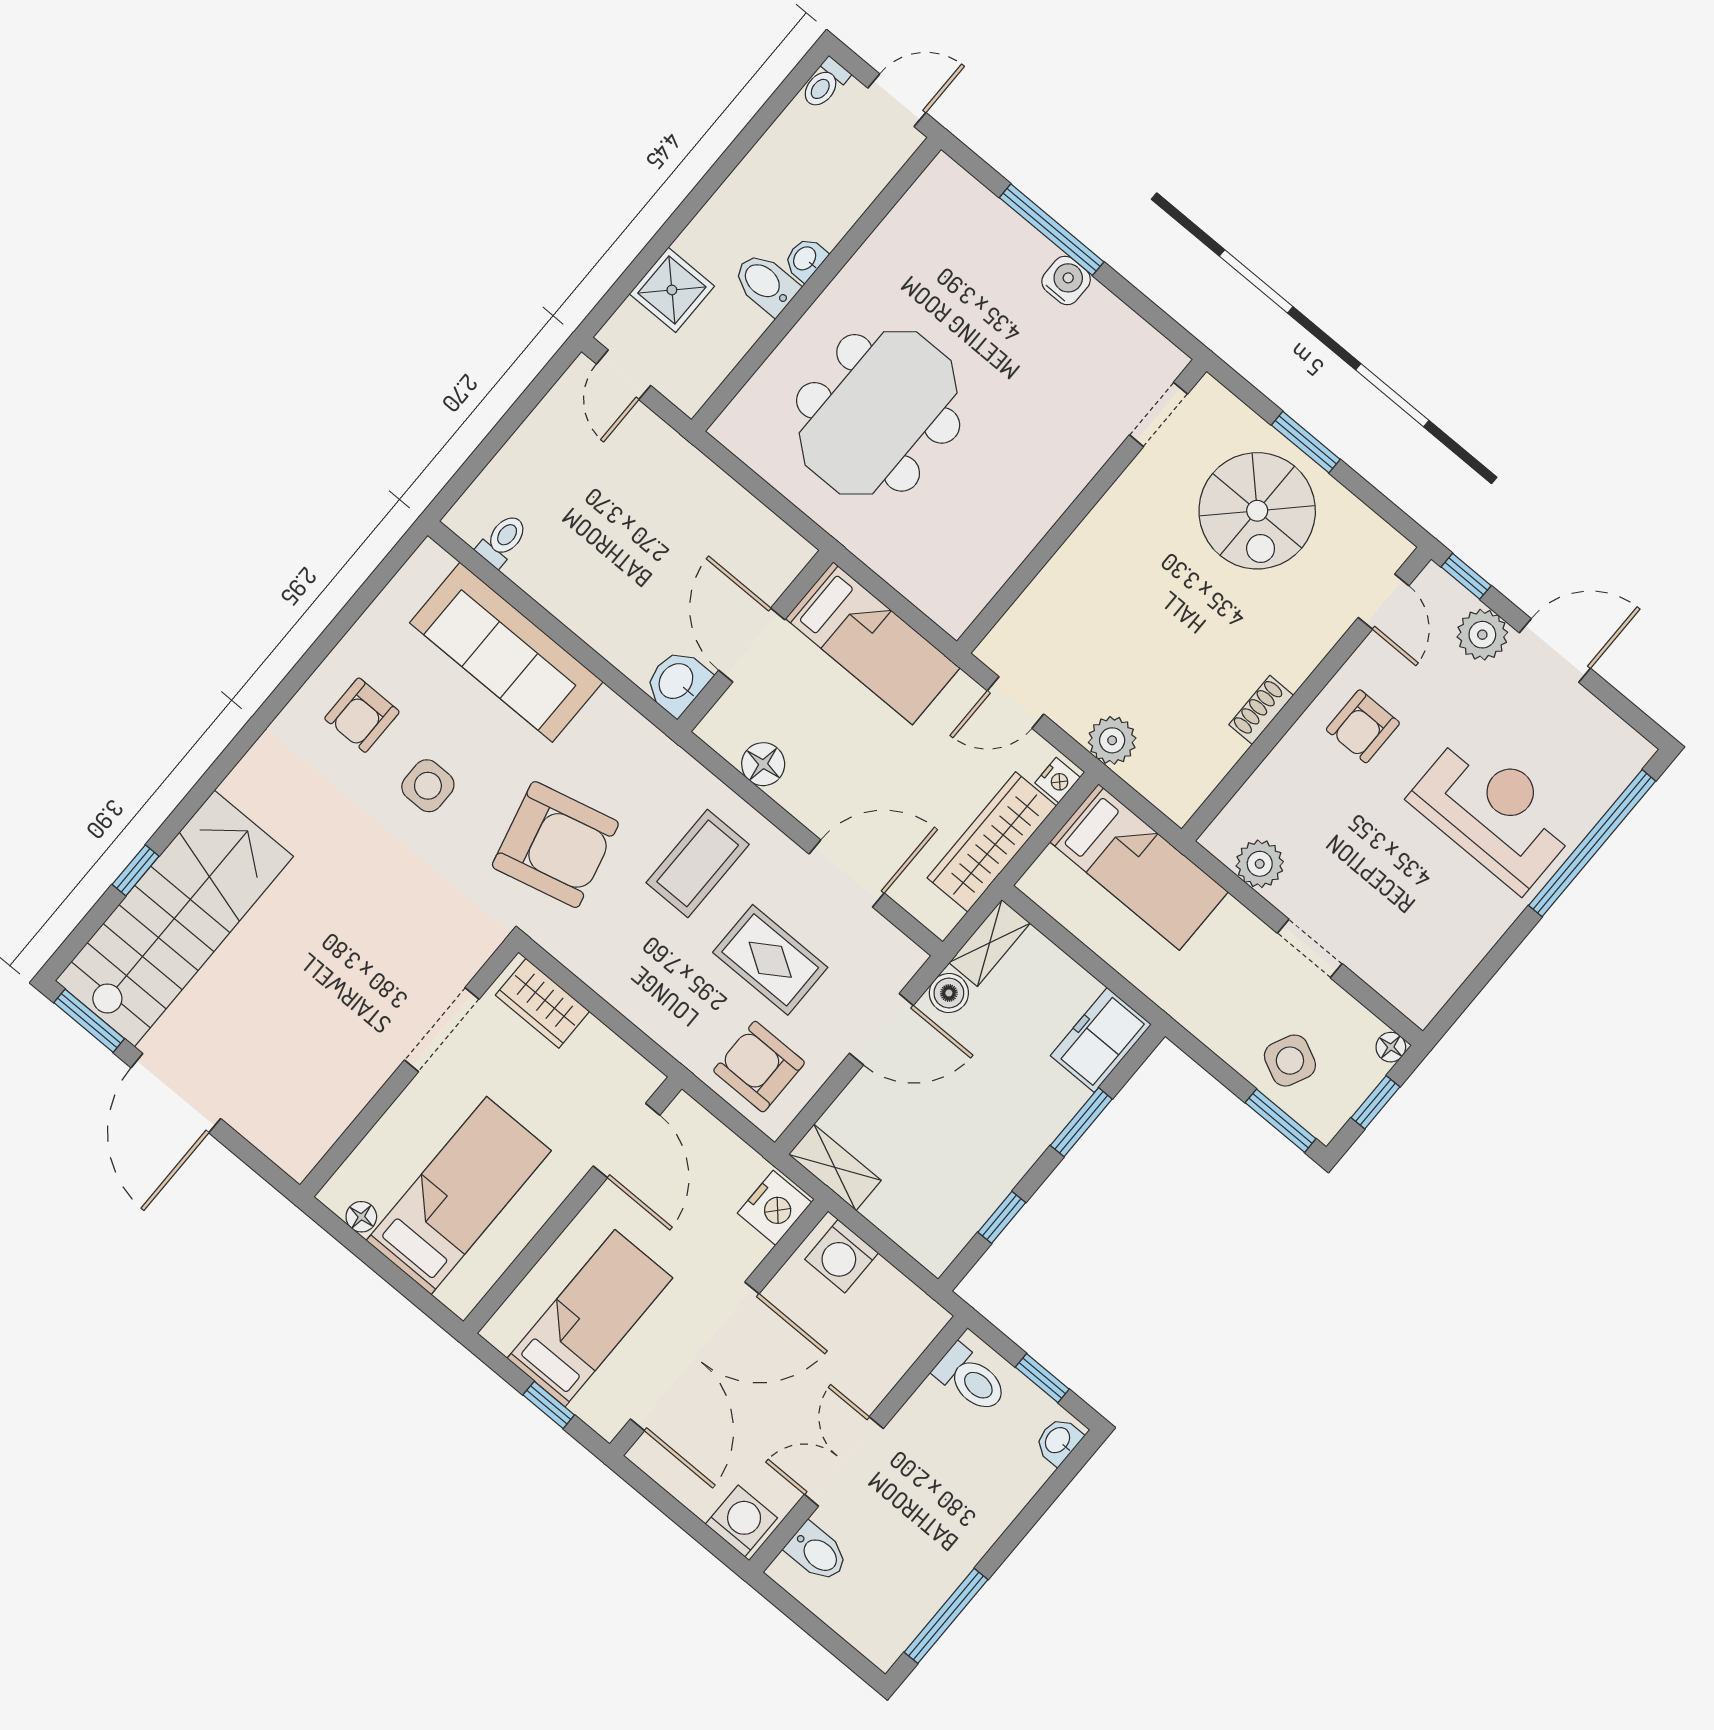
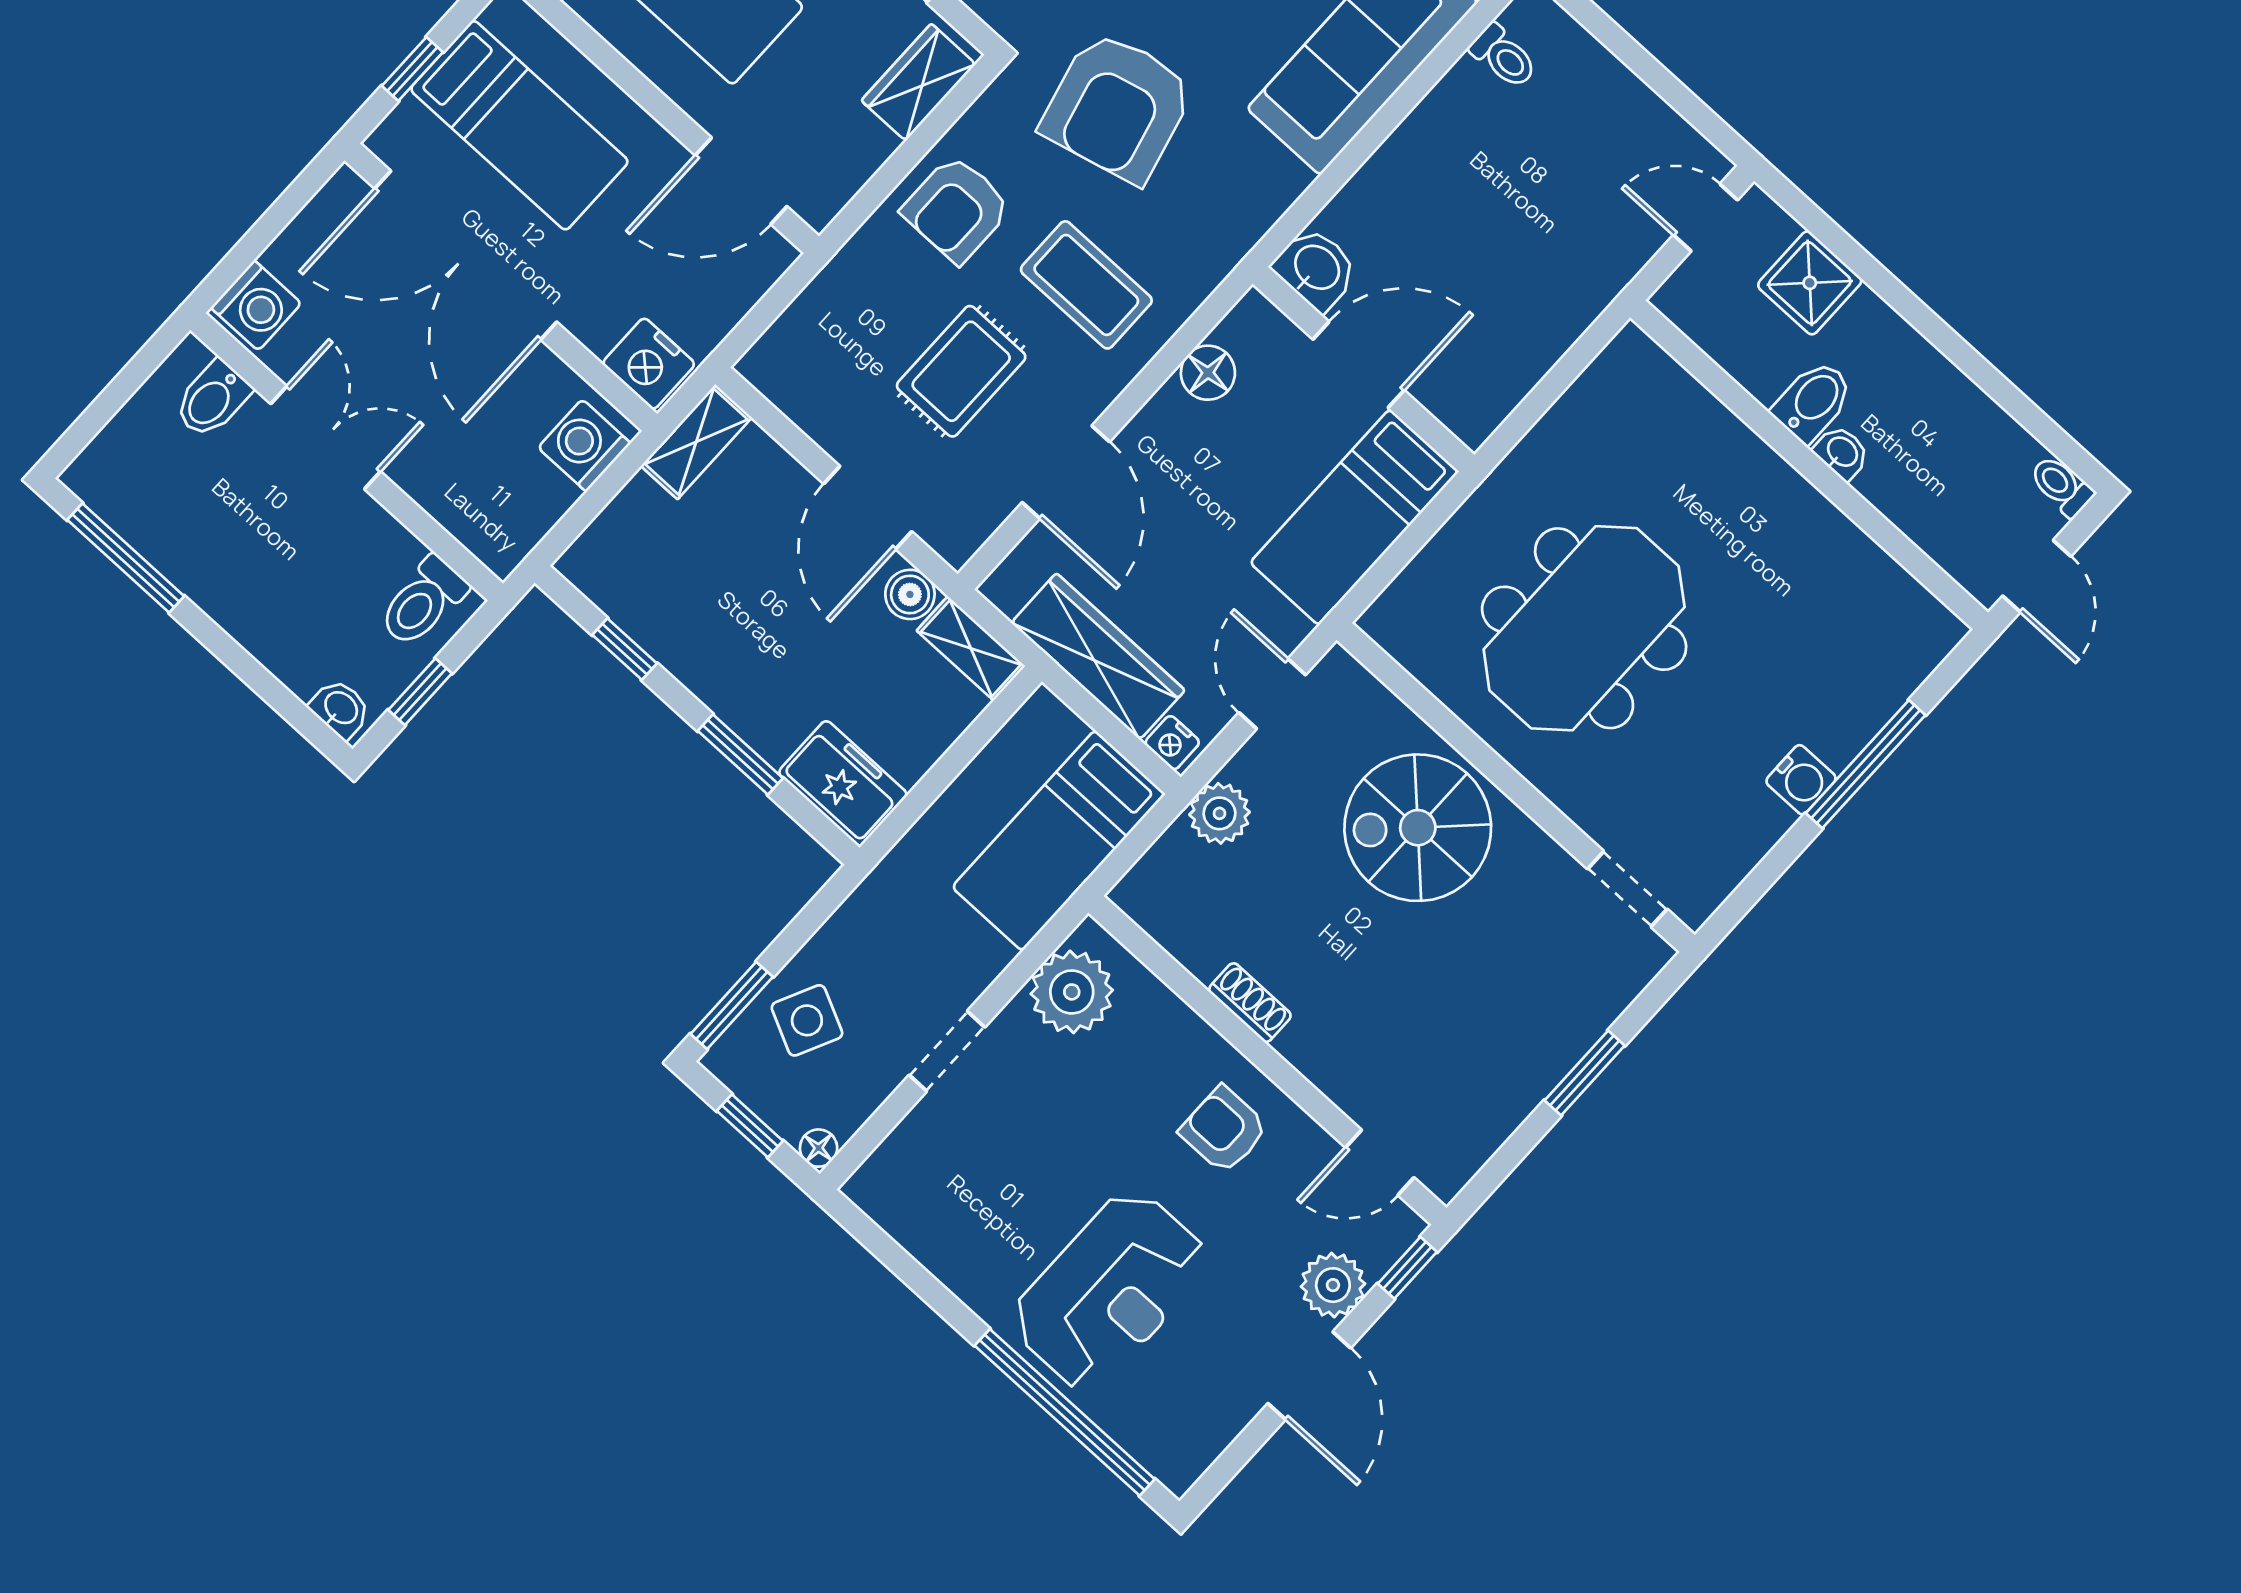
meeting table: (878, 413) -> (1584, 628), moved, turned 90
spiral stairs: (1257, 511) -> (1418, 828), moved
plant: (1260, 864) -> (1072, 992), width x1.36, depth x1.36
armchair: (759, 1067) -> (957, 209), moved, turned 180

